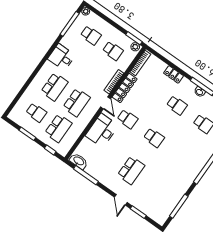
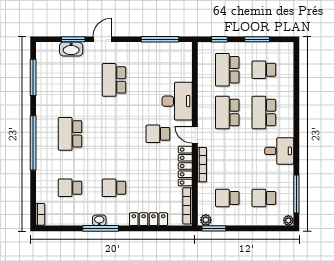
locker: (174, 74) -> (148, 219), width x1.53
school desk: (154, 138) -> (70, 134), moved, width x1.85
washbasin: (79, 161) -> (71, 49), moved
door: (121, 200) -> (102, 39), hinge flipped

